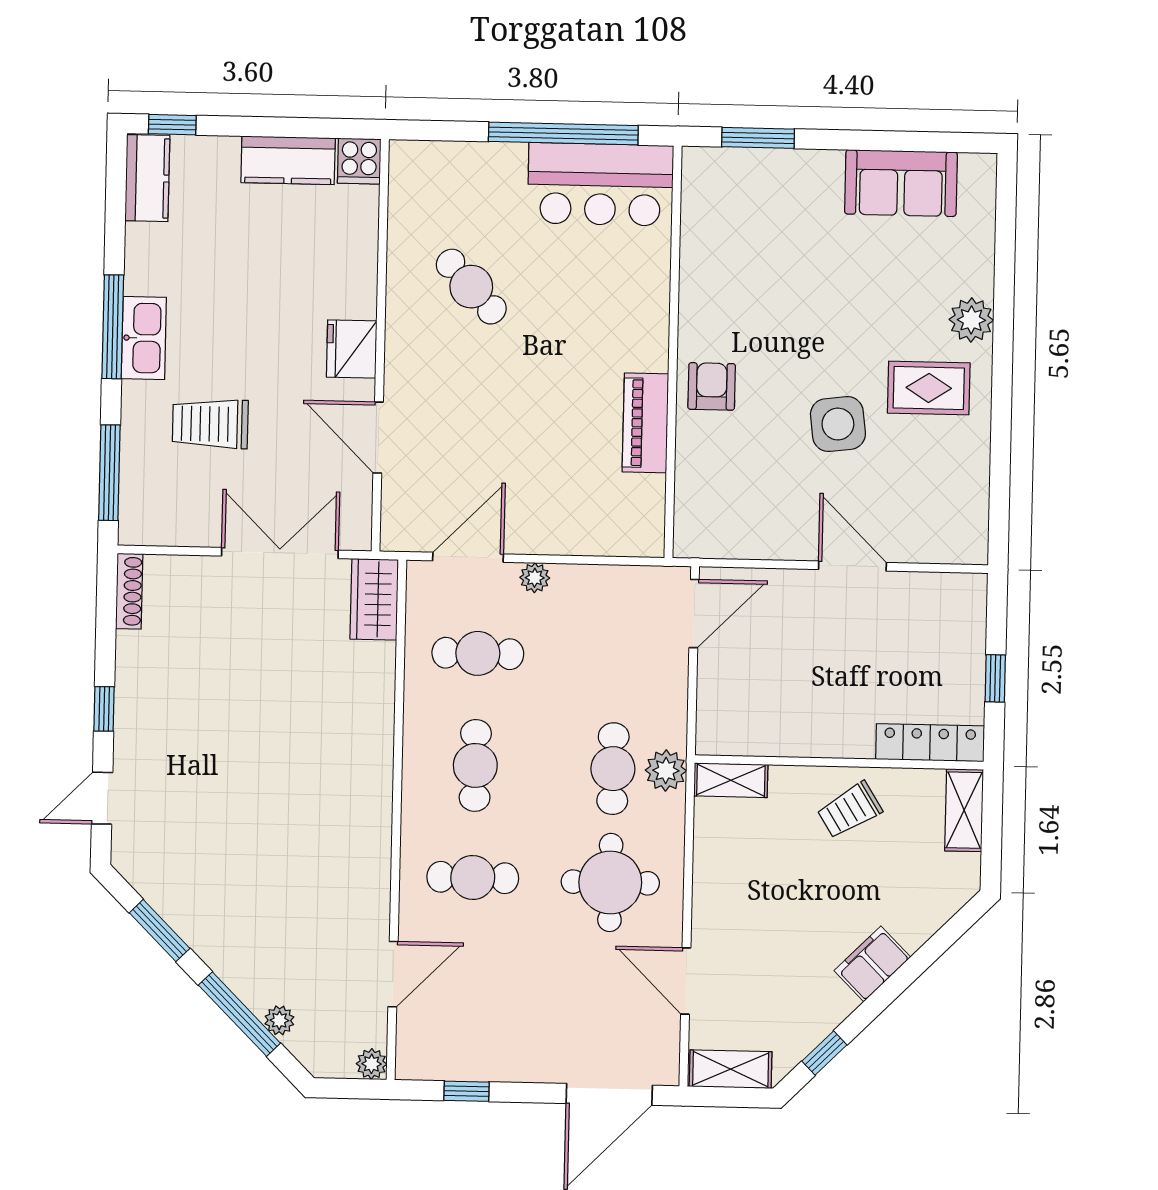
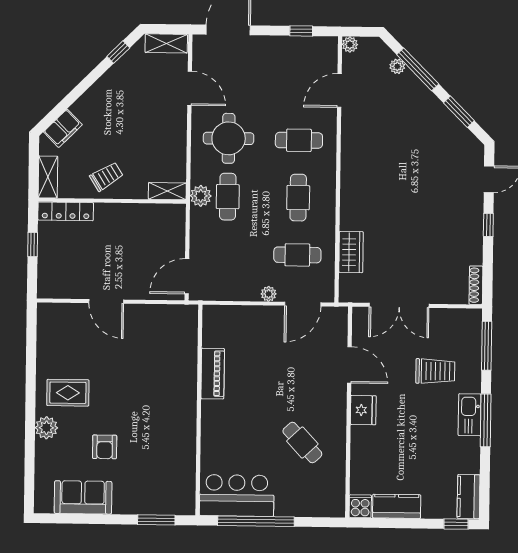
armchair: (712, 386) -> (105, 447), moved
side table: (838, 424) -> (114, 374), removed
wardrobe: (374, 599) -> (351, 252), moved
filing cabinet: (872, 964) -> (63, 128), moved

